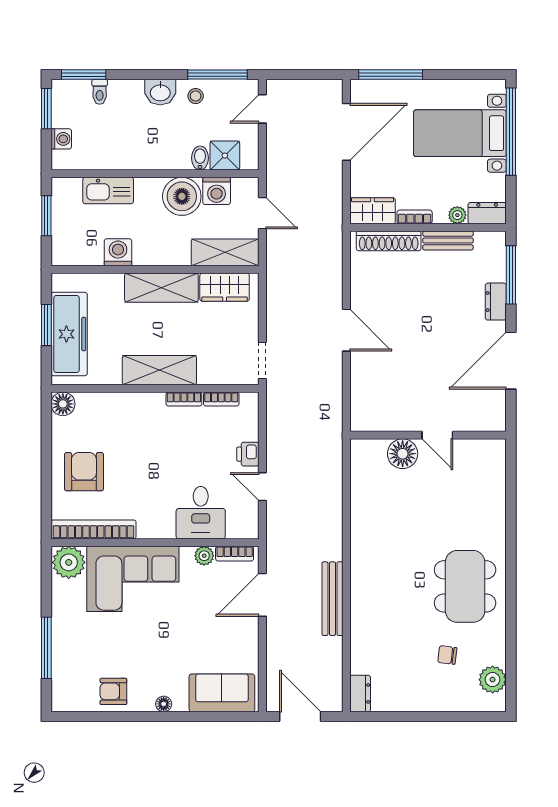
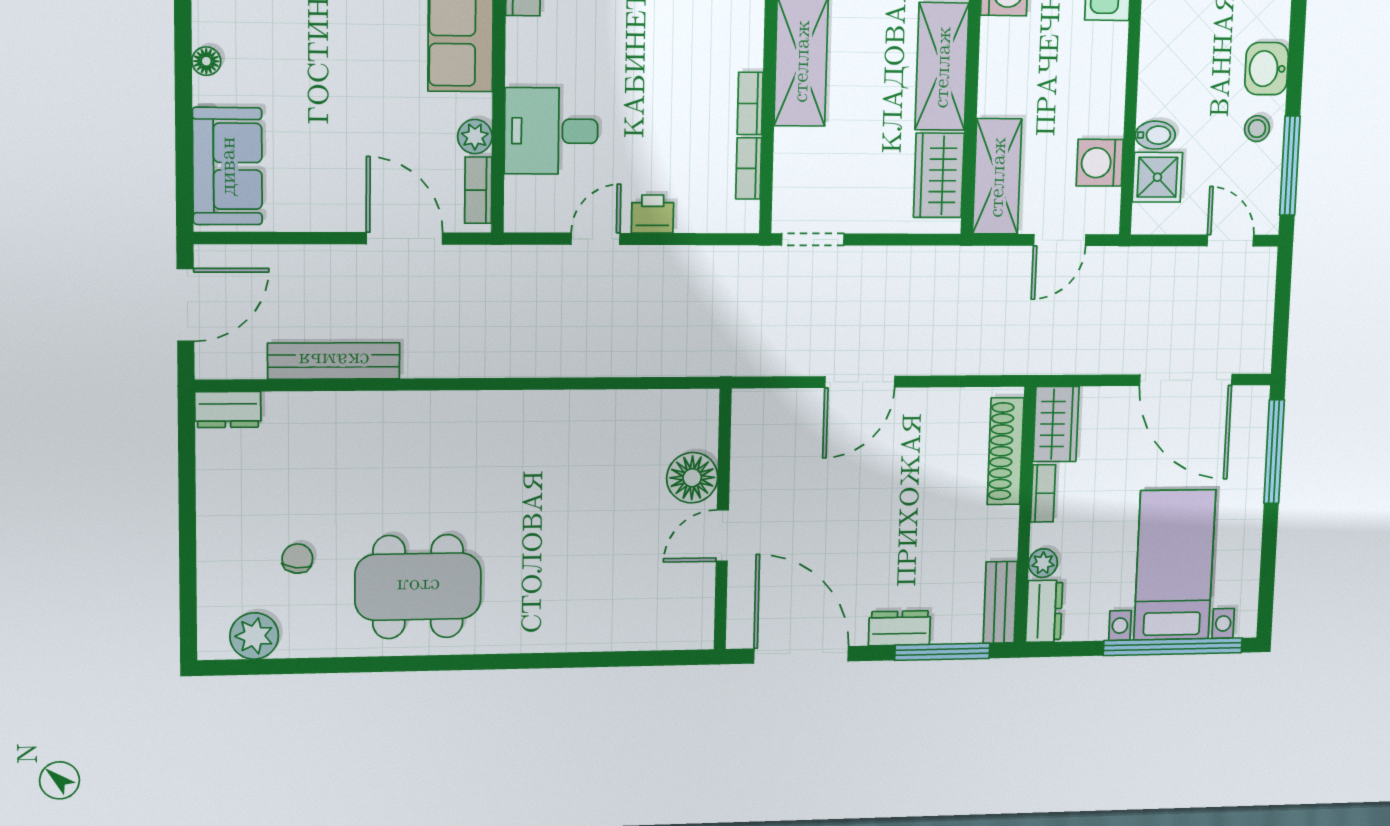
boiler: (182, 196) -> (1093, 103), removed
bench: (448, 240) -> (1000, 602), moved
wall: (428, 435) -> (723, 520), moved
door: (437, 435) -> (722, 535), moved
floor lamp: (403, 454) -> (692, 478), moved
bench: (332, 599) -> (334, 361), moved

